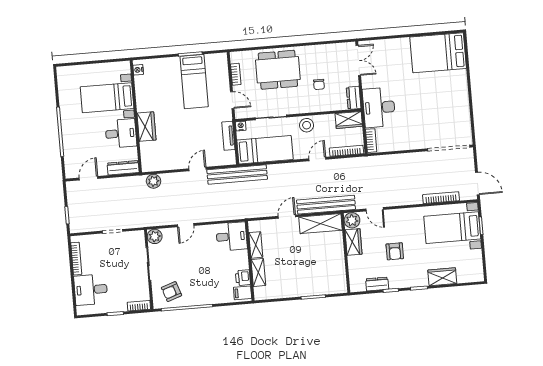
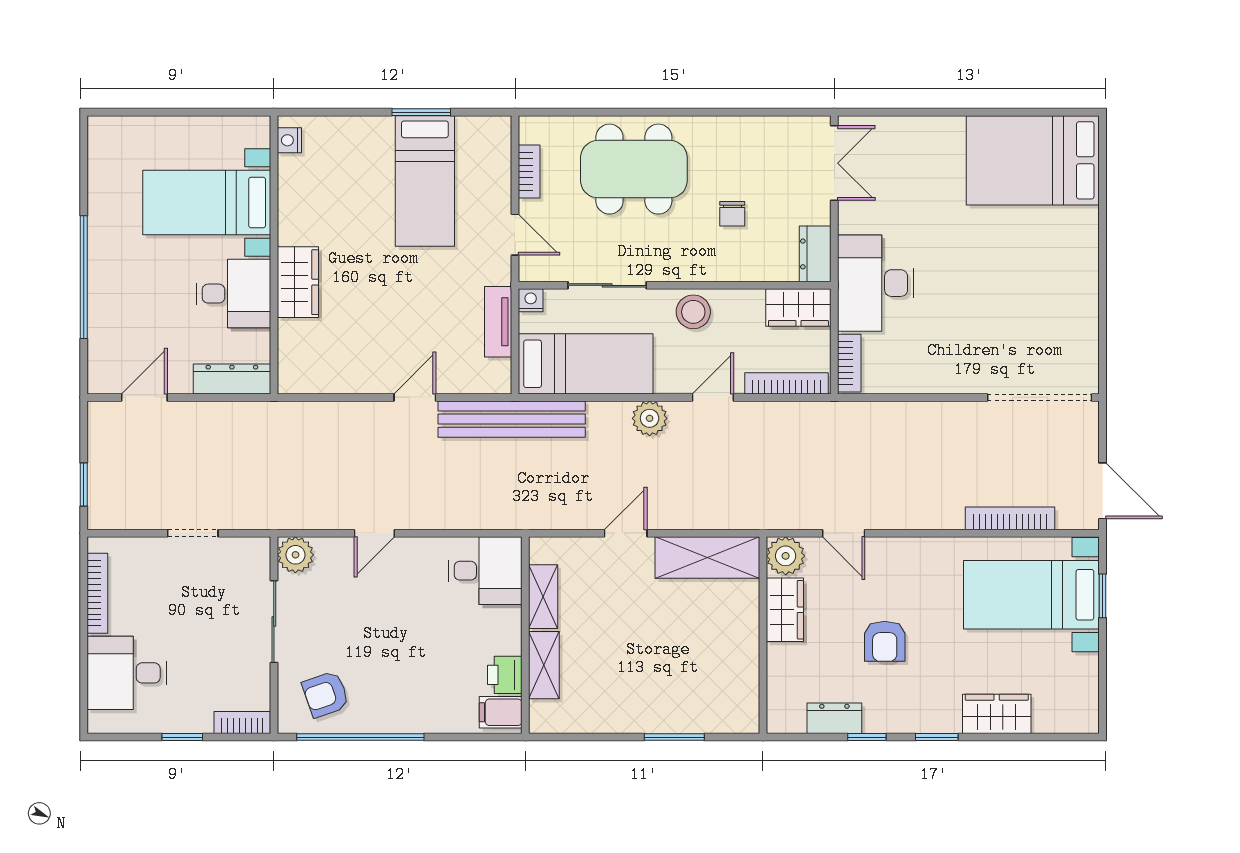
plant: (154, 181) -> (650, 418), moved
bench: (326, 205) -> (725, 512), removed

